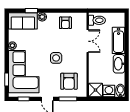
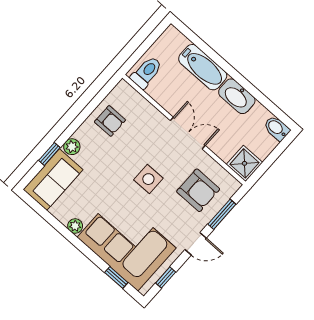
double door: (88, 41) -> (188, 133), moved
washing machine: (109, 91) -> (263, 145), removed

